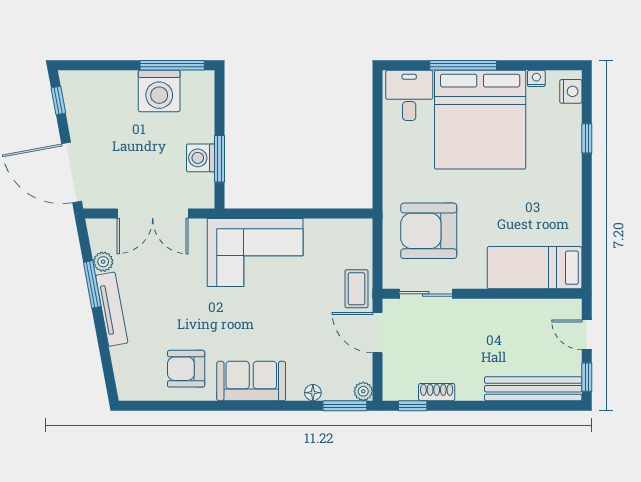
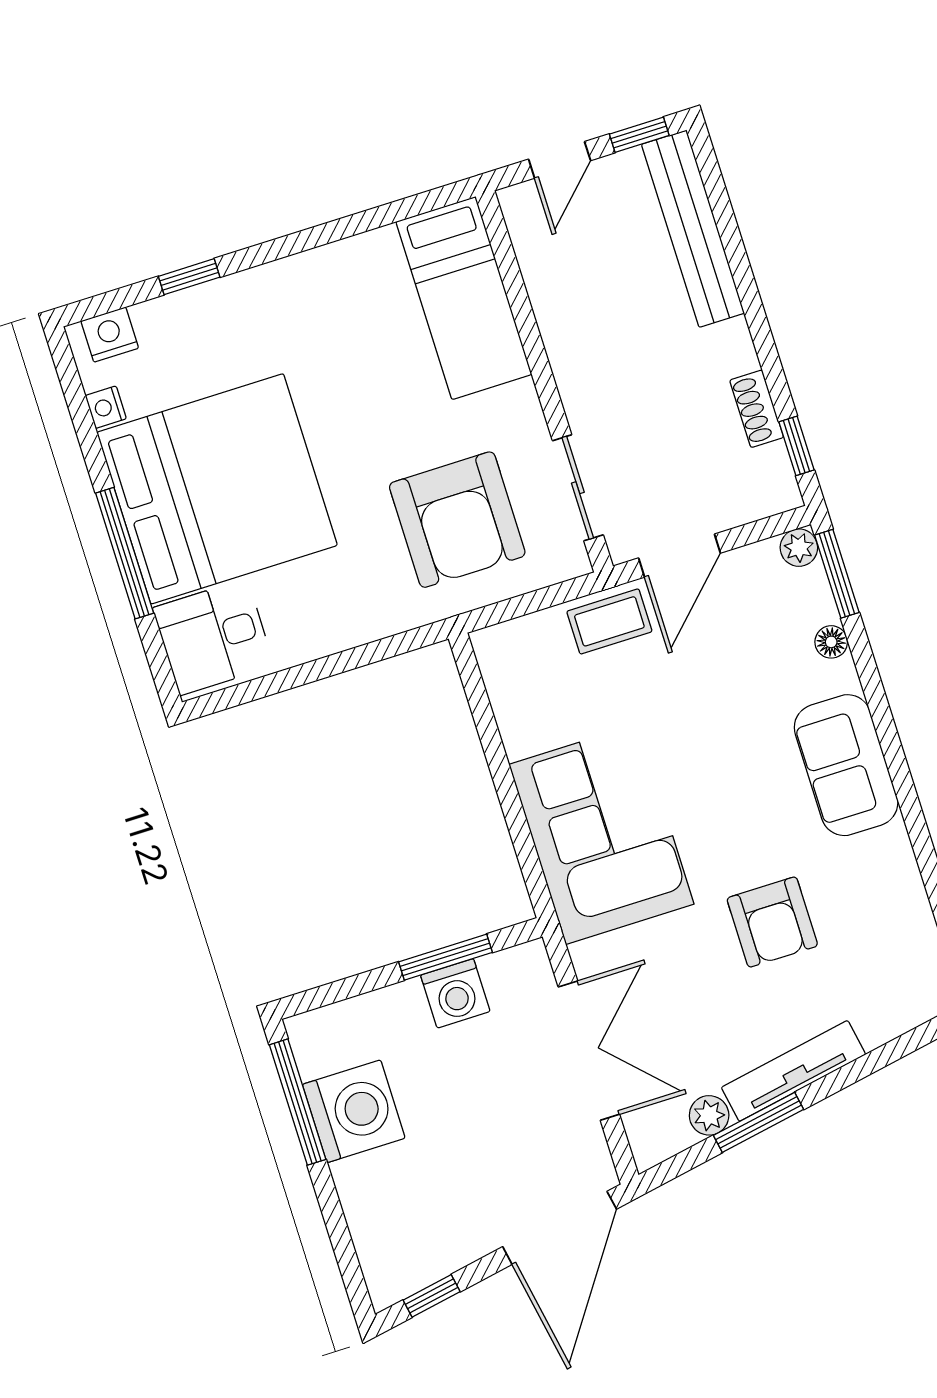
armchair: (186, 369) -> (772, 922), moved

